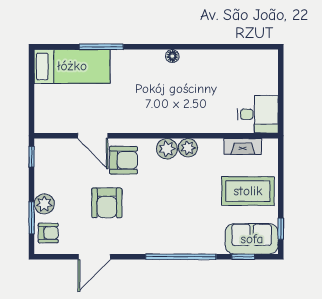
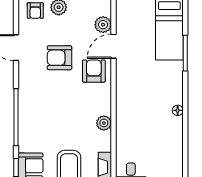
plant: (167, 149) -> (103, 25), moved
armchair: (123, 160) -> (94, 71), turned 180

